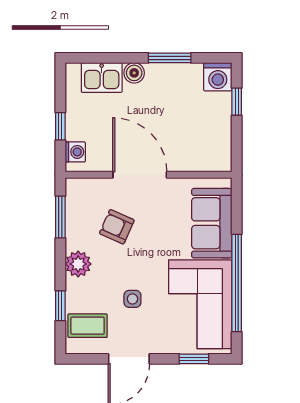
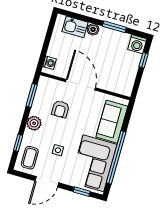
window: (60, 126) -> (45, 47), removed
armchair: (117, 227) -> (60, 109), turned -114
coffee table: (88, 326) -> (30, 158), turned 90

